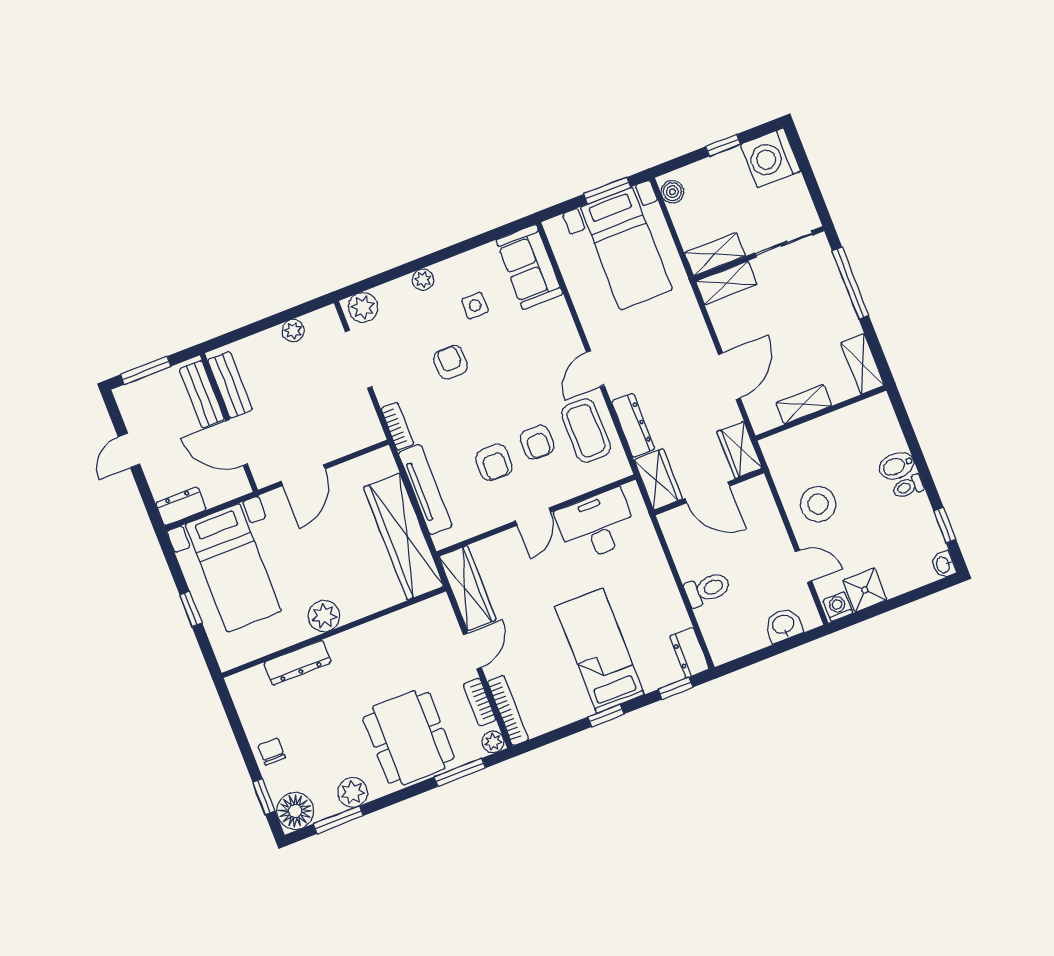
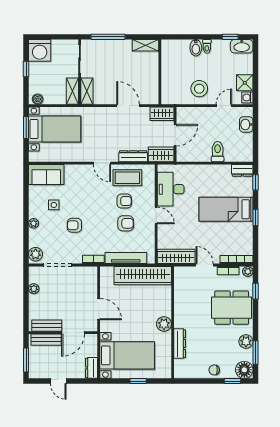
shelving: (804, 404) -> (153, 78), removed
washbasin: (944, 565) -> (242, 46), width x1.91, depth x1.45
window: (460, 772) -> (255, 291), width x0.67

